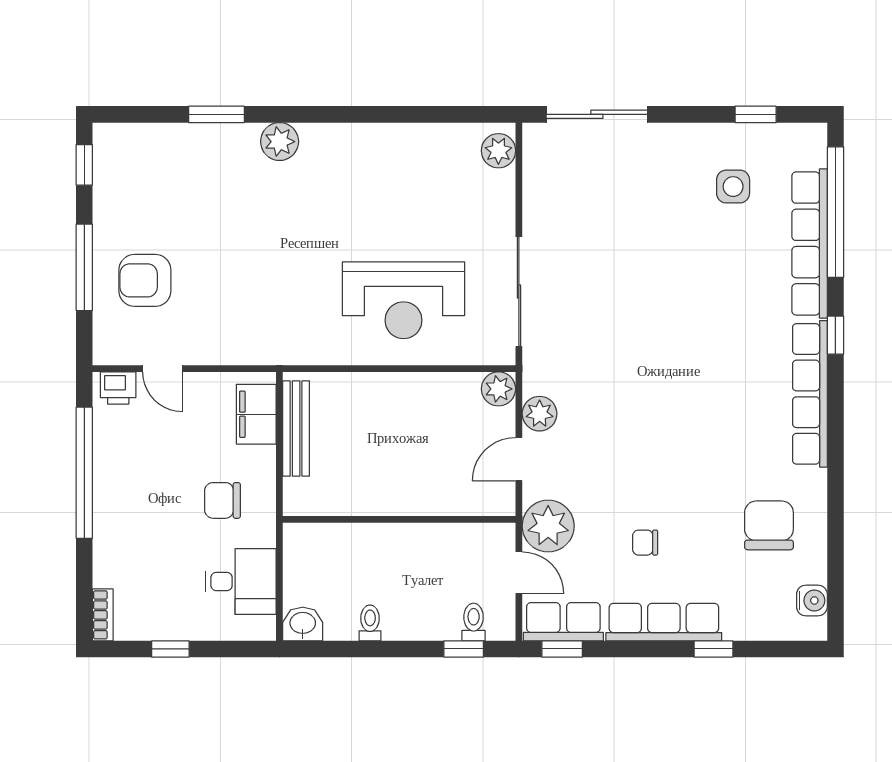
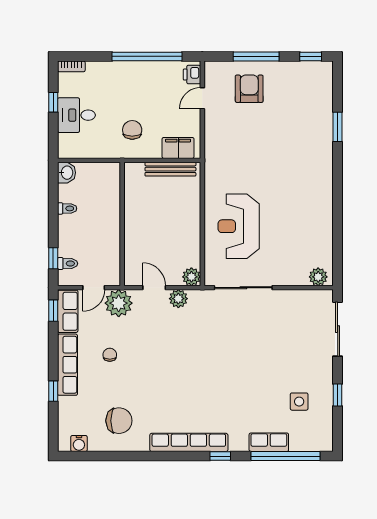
window: (756, 114) -> (338, 395), moved
plant: (280, 142) -> (323, 160), removed
row of seats: (810, 243) -> (269, 442), width x0.50
desk: (241, 581) -> (76, 115), moved, turned 90

